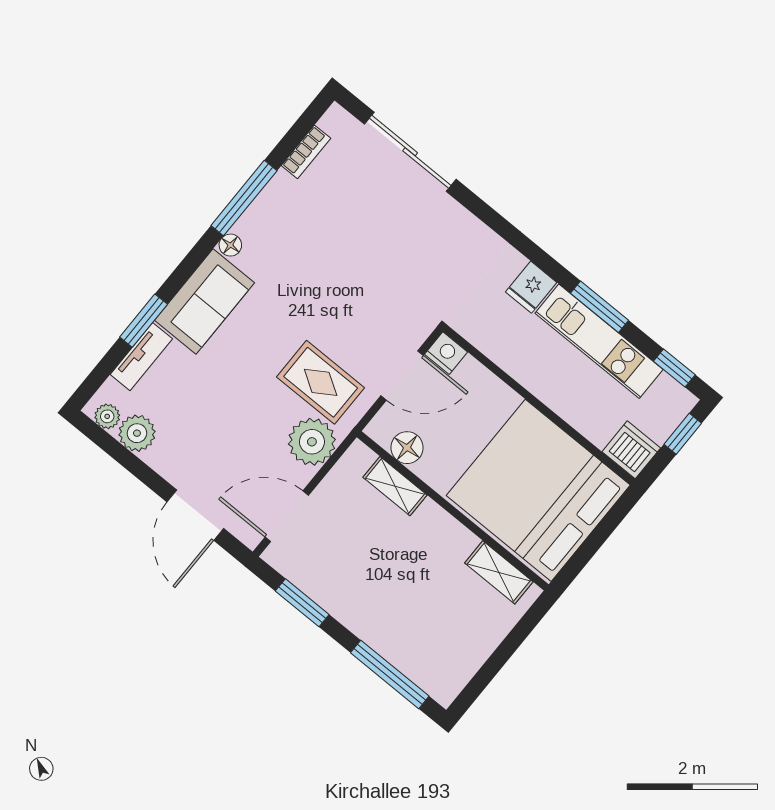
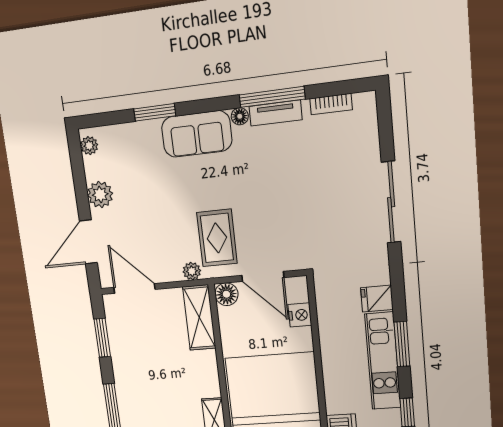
sliding door: (410, 152) -> (391, 202), moved
nightstand: (446, 353) -> (300, 315), moved
tv unit: (141, 357) -> (276, 113), moved
plant: (137, 433) -> (100, 195), moved
plant: (312, 442) -> (192, 271), width x0.53, depth x0.53
floor lamp: (407, 448) -> (226, 294), moved
shelving: (395, 486) -> (199, 318), width x1.50, depth x1.33

